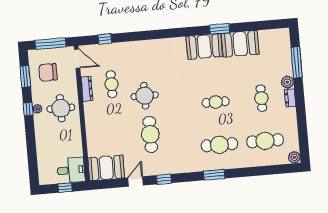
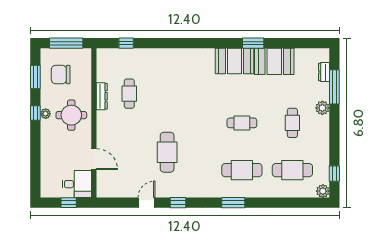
door: (77, 59) -> (94, 159), moved
round table: (145, 96) -> (165, 109), removed
dresser: (290, 98) -> (324, 72), moved
window: (303, 141) -> (334, 174), added
booth: (106, 168) -> (116, 185), removed

